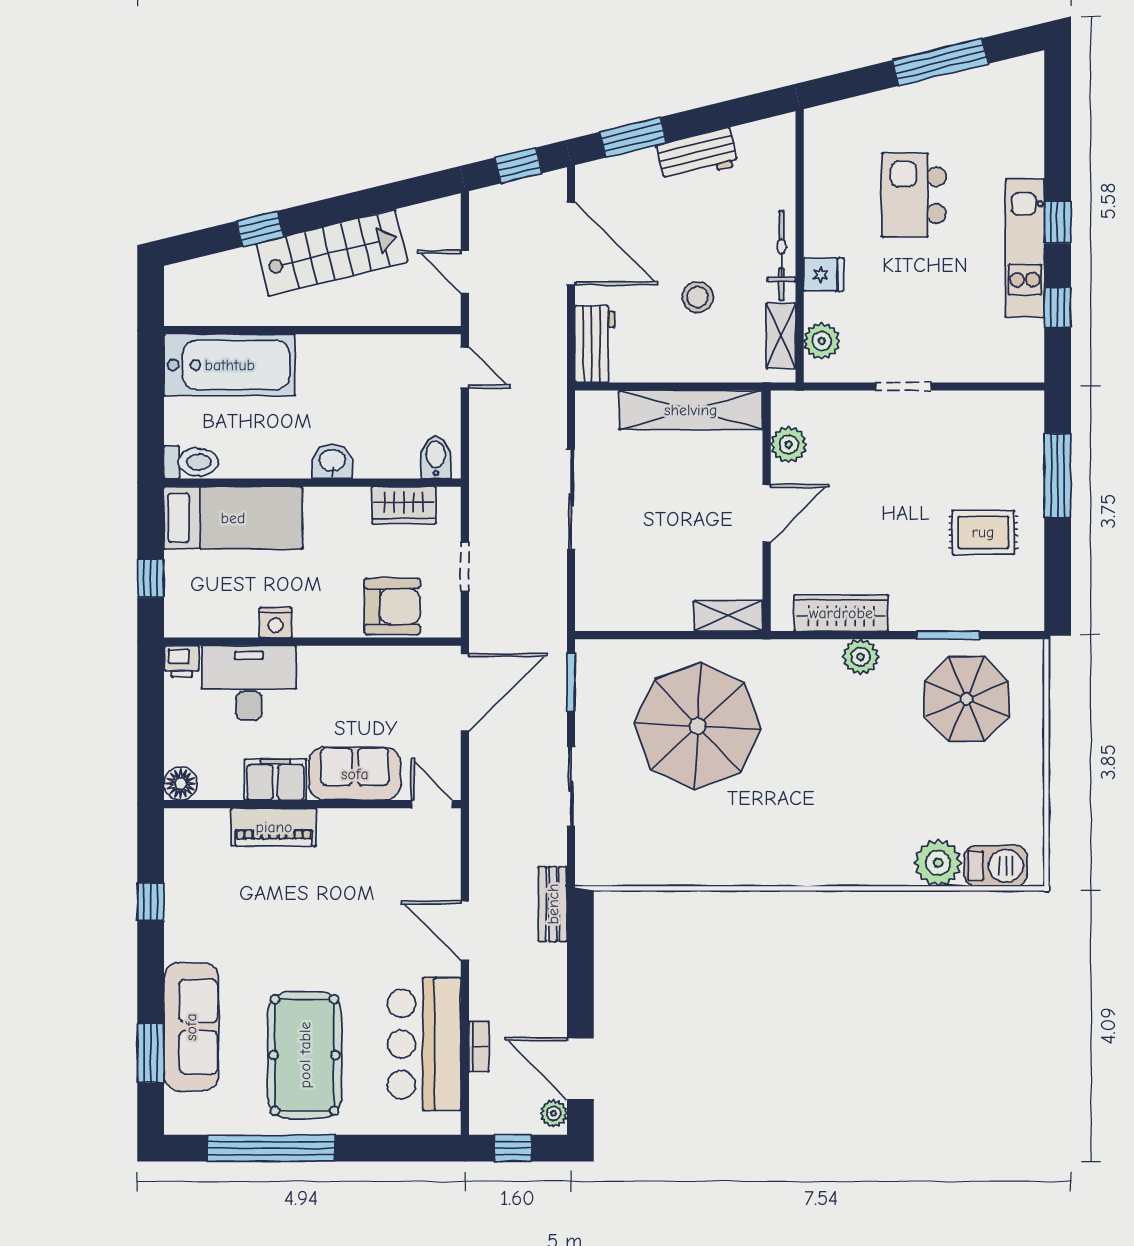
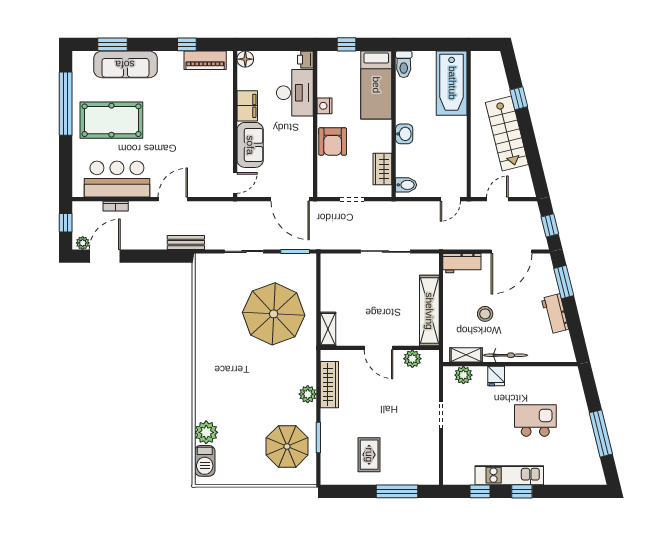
armchair: (392, 606) -> (333, 141), moved
piano: (274, 827) -> (205, 60), moved, turned -90

